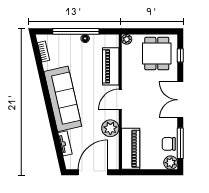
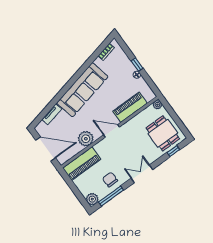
window: (76, 31) -> (137, 65), width x0.32
dining table: (157, 54) -> (163, 133), turned 90
double door: (180, 100) -> (142, 174), width x0.73
chair: (169, 144) -> (110, 180), moved

